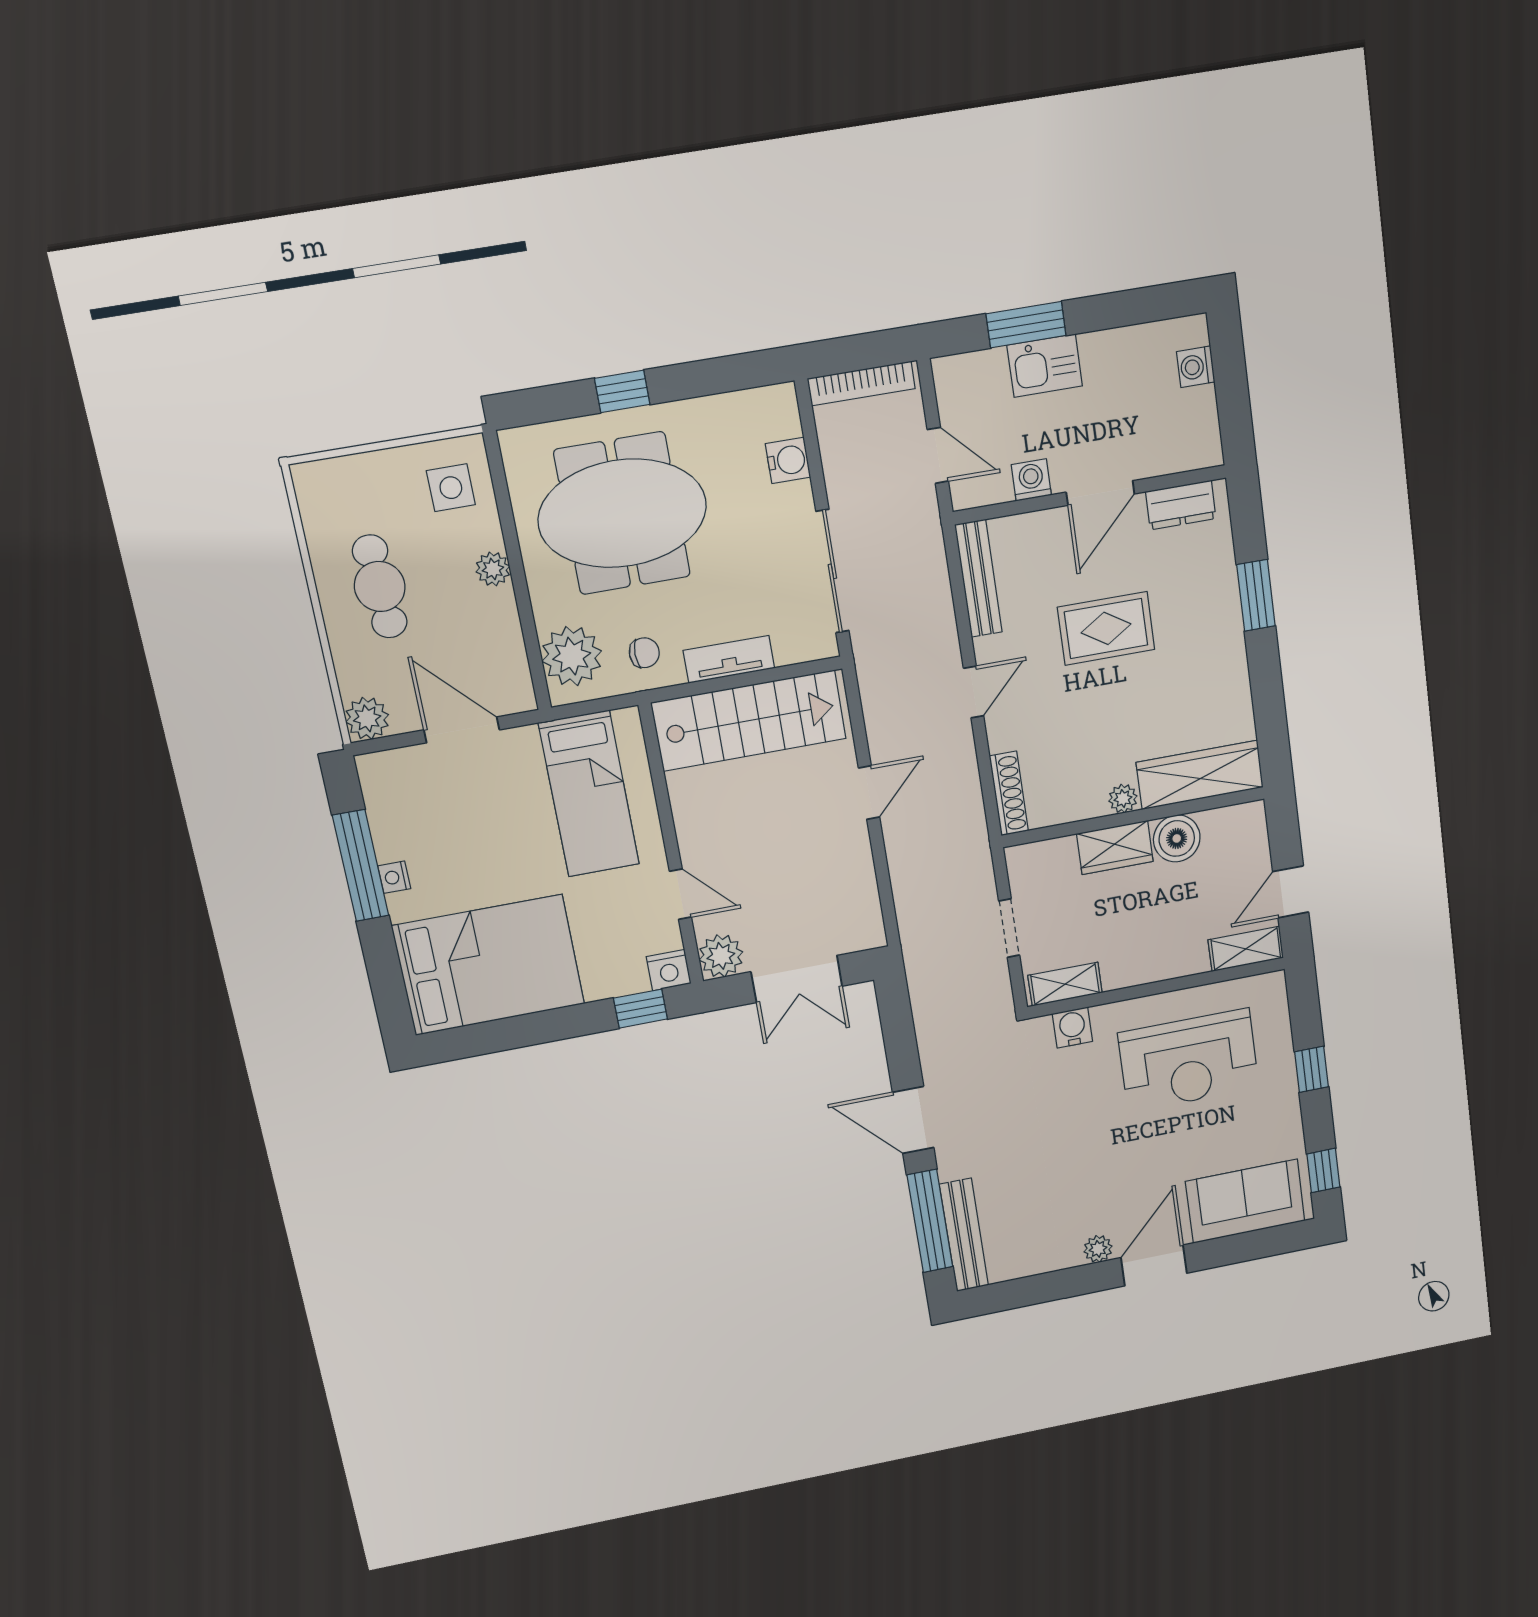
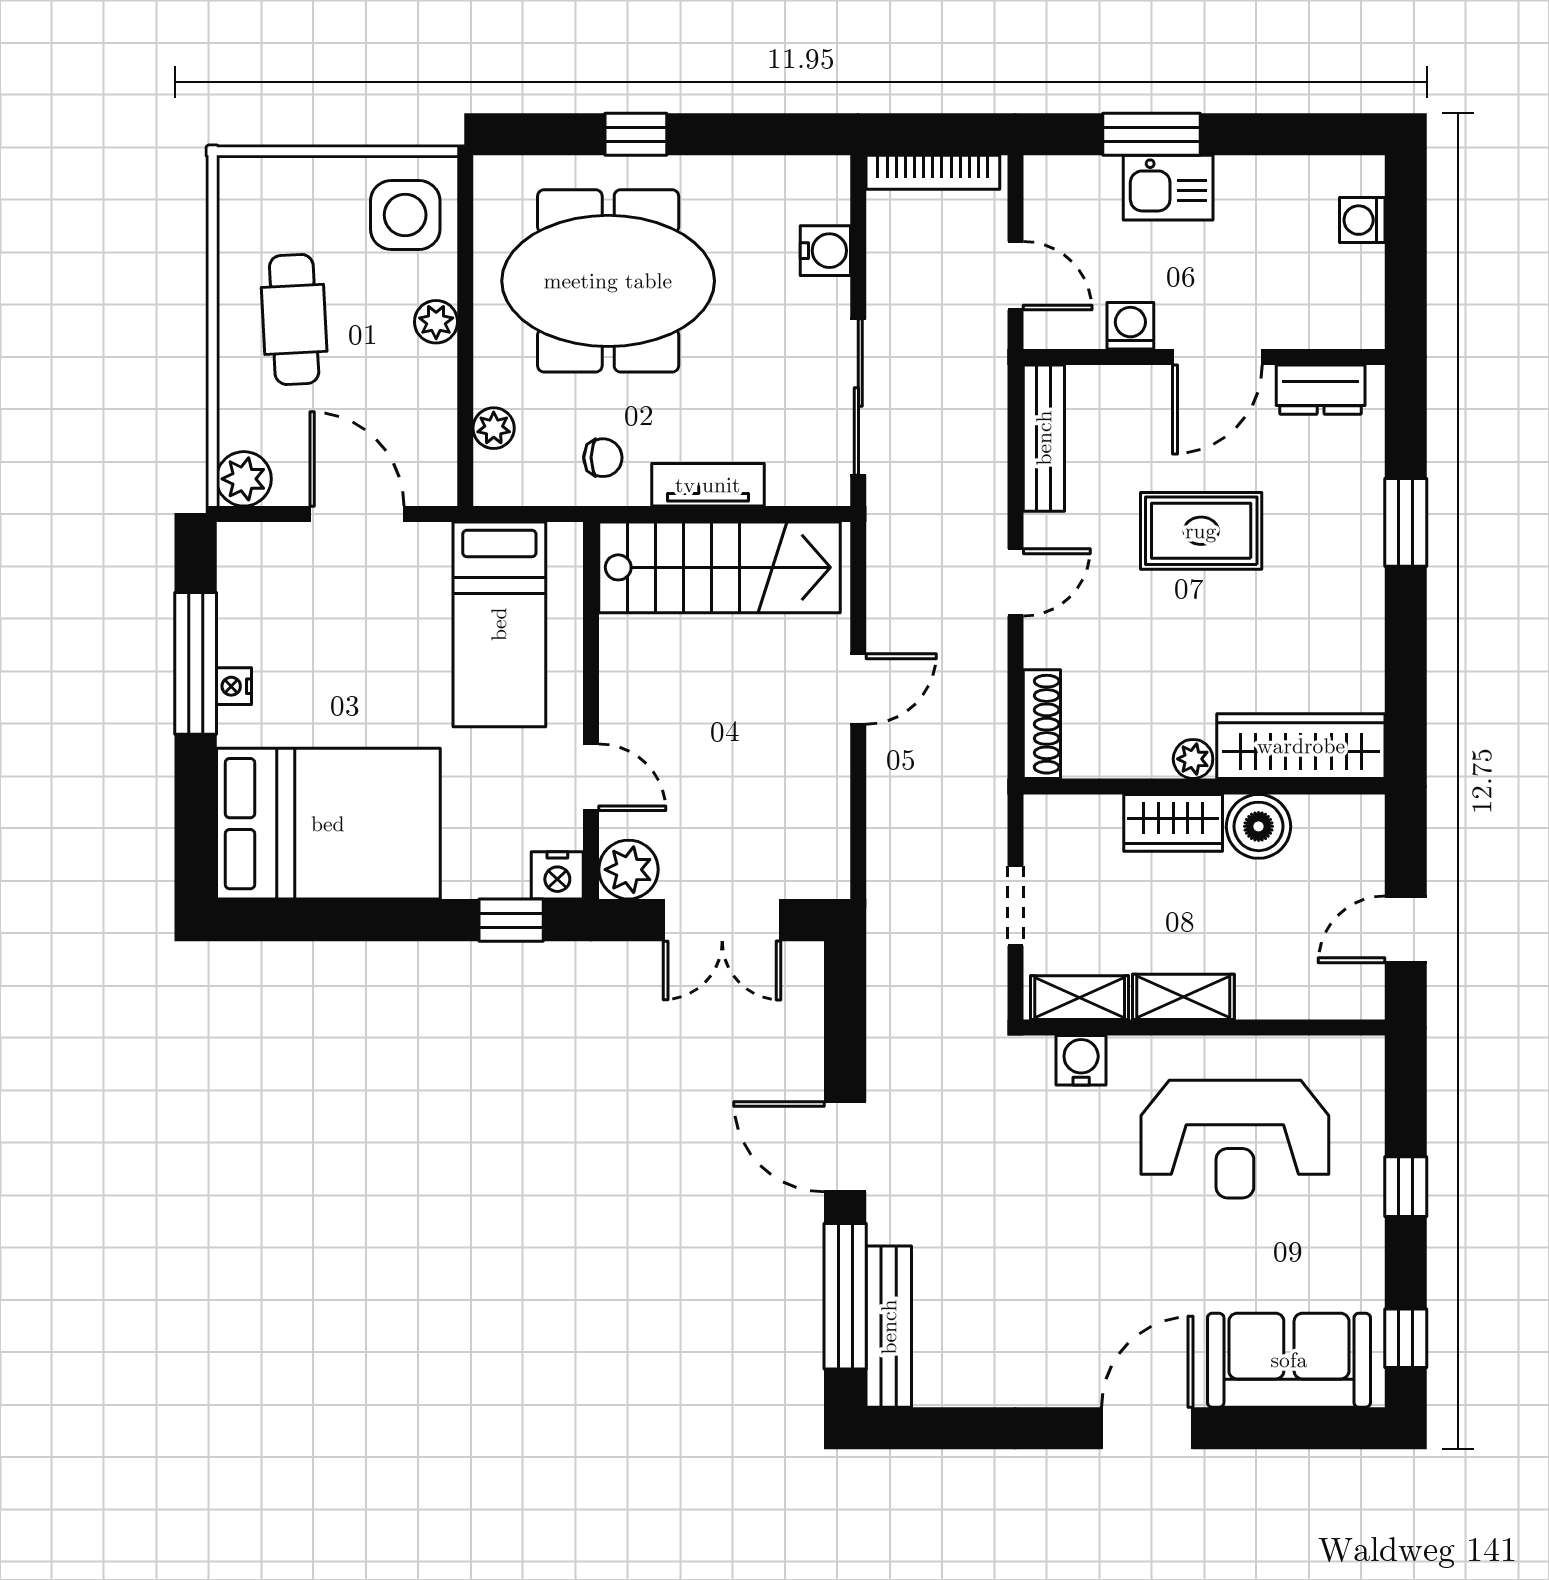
side table: (451, 488) -> (405, 215), width x1.37, depth x1.37
plant: (572, 656) -> (494, 428), width x0.53, depth x0.53
shelving: (1246, 949) -> (1183, 997), moved
plant: (1098, 1249) -> (1072, 1387), removed

